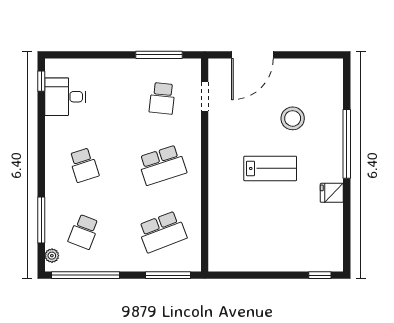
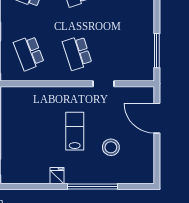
doorway: (205, 97) -> (103, 84), moved
school desk: (162, 98) -> (125, 53), removed
lab bench: (270, 168) -> (75, 131), turned 180

